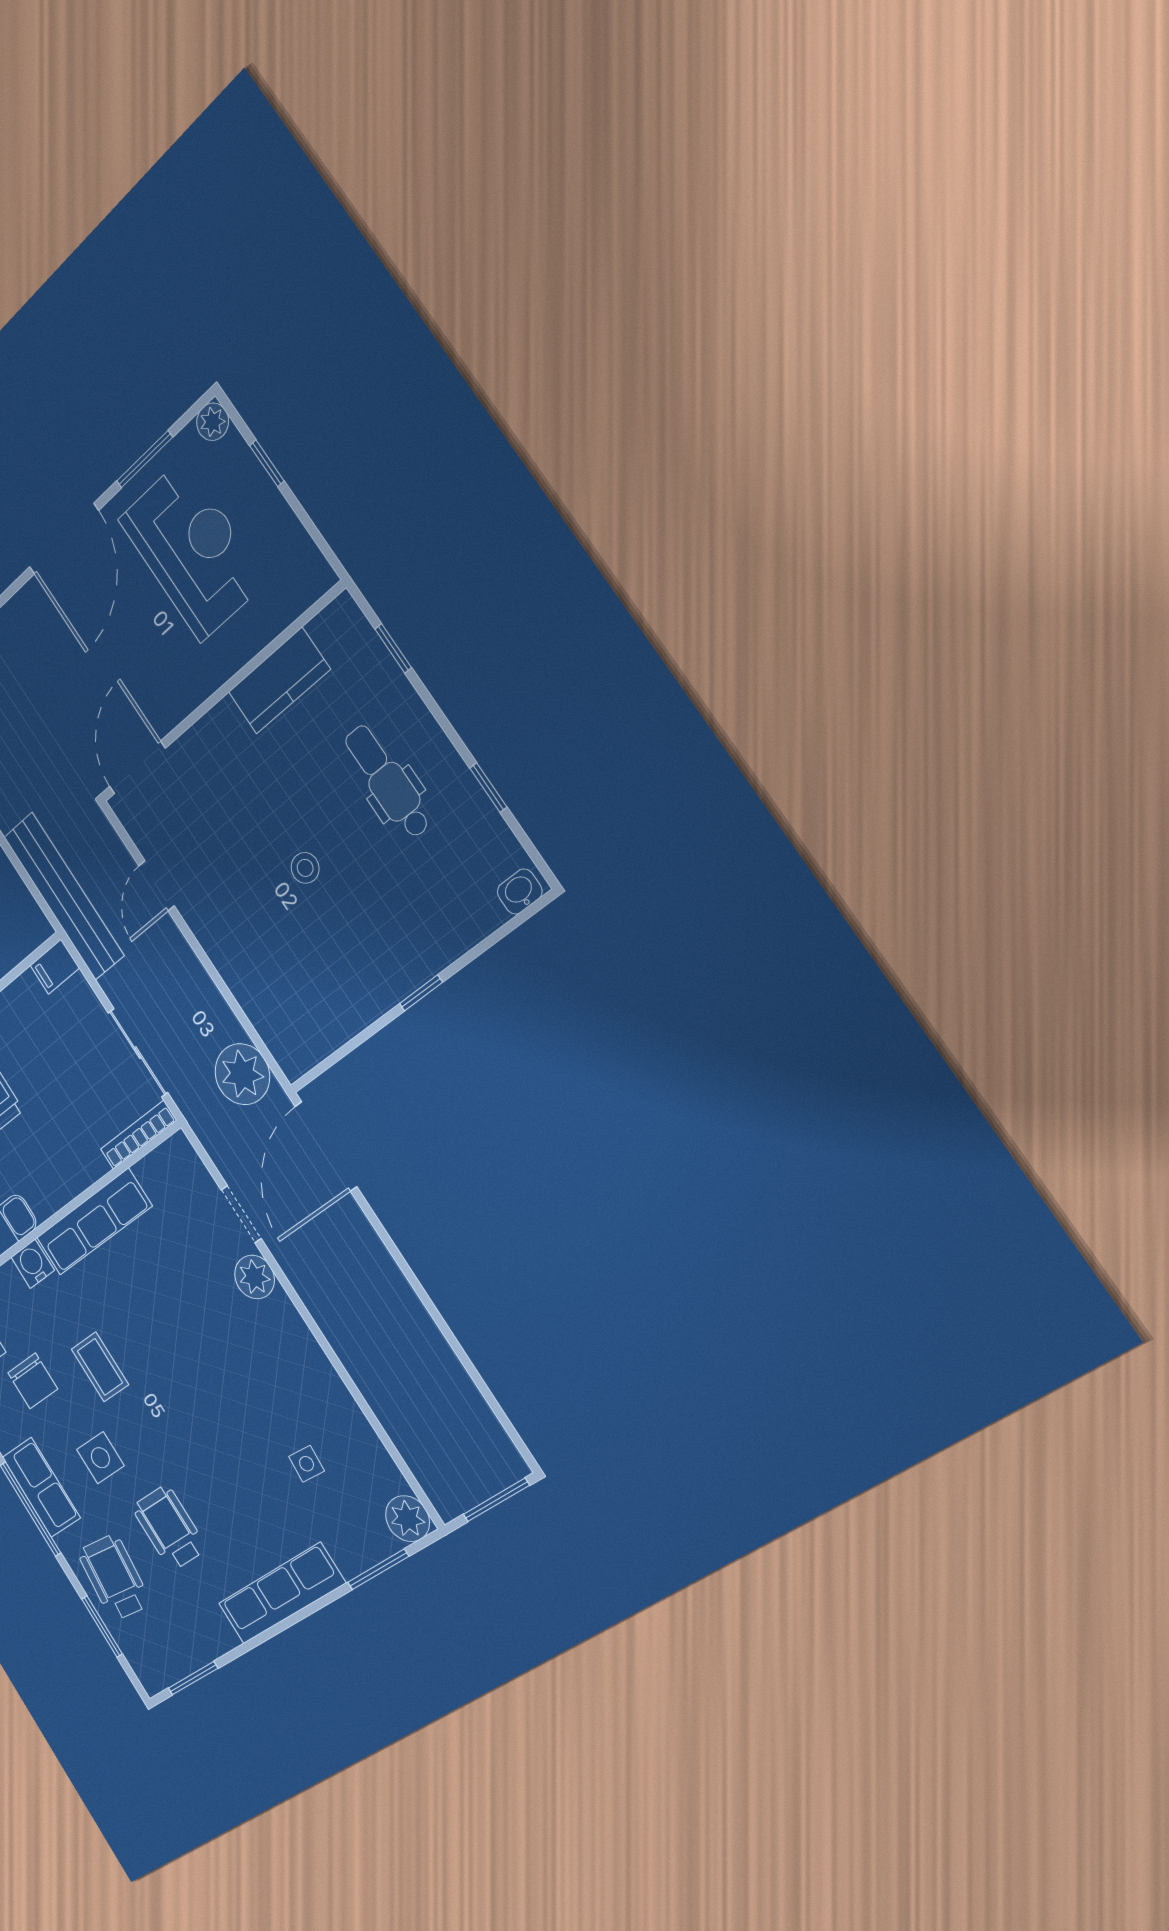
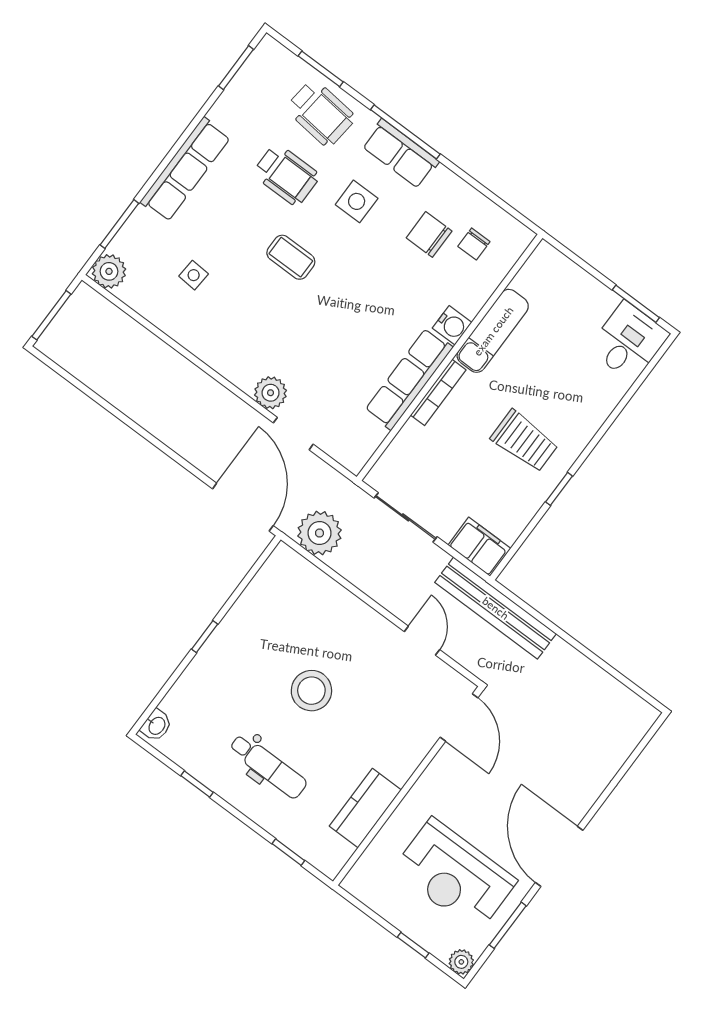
stool: (305, 868) -> (311, 691), width x1.89, depth x1.89
filing cabinet: (55, 967) -> (479, 547), width x2.00
bookcase: (138, 1135) -> (438, 392), moved
coffee table: (100, 1367) -> (291, 257), moved

